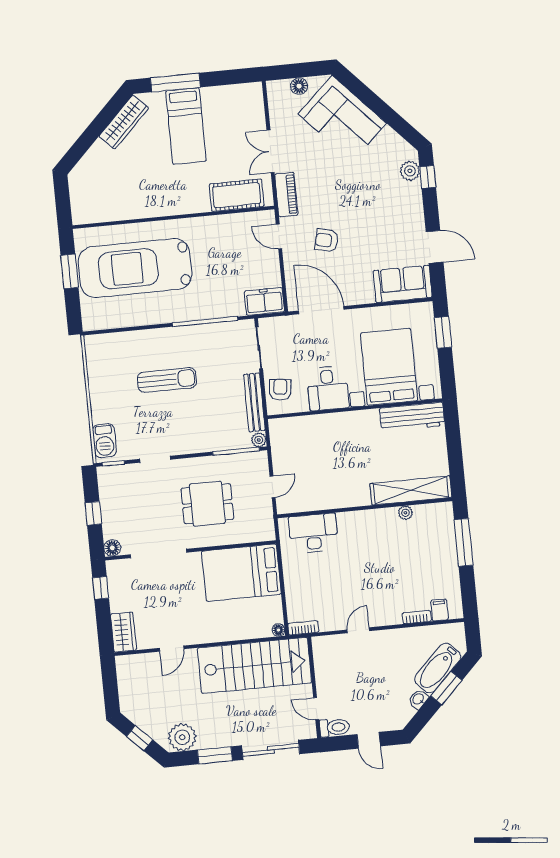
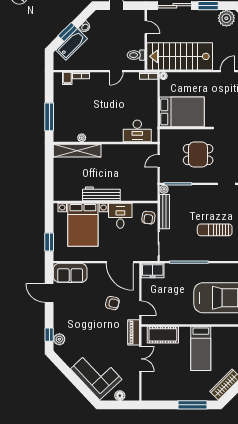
bed: (186, 126) -> (201, 349), moved, turned 180
workbench: (412, 417) -> (101, 194), moved
toilet: (334, 727) -> (136, 55), moved

